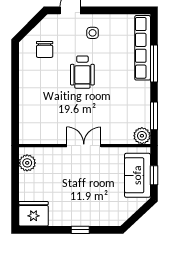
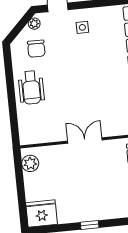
plant: (45, 24) -> (34, 24), added
wheelchair: (82, 72) -> (31, 88), moved

